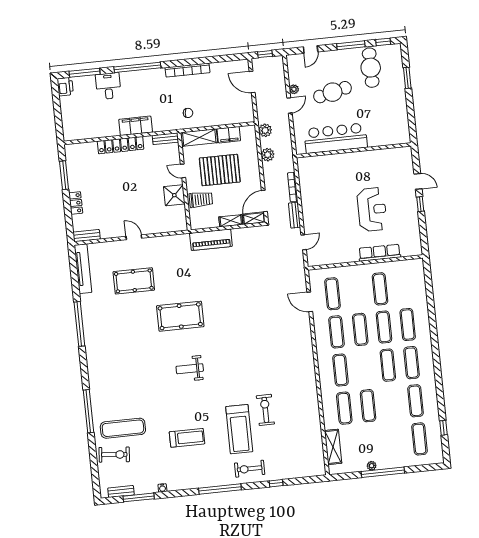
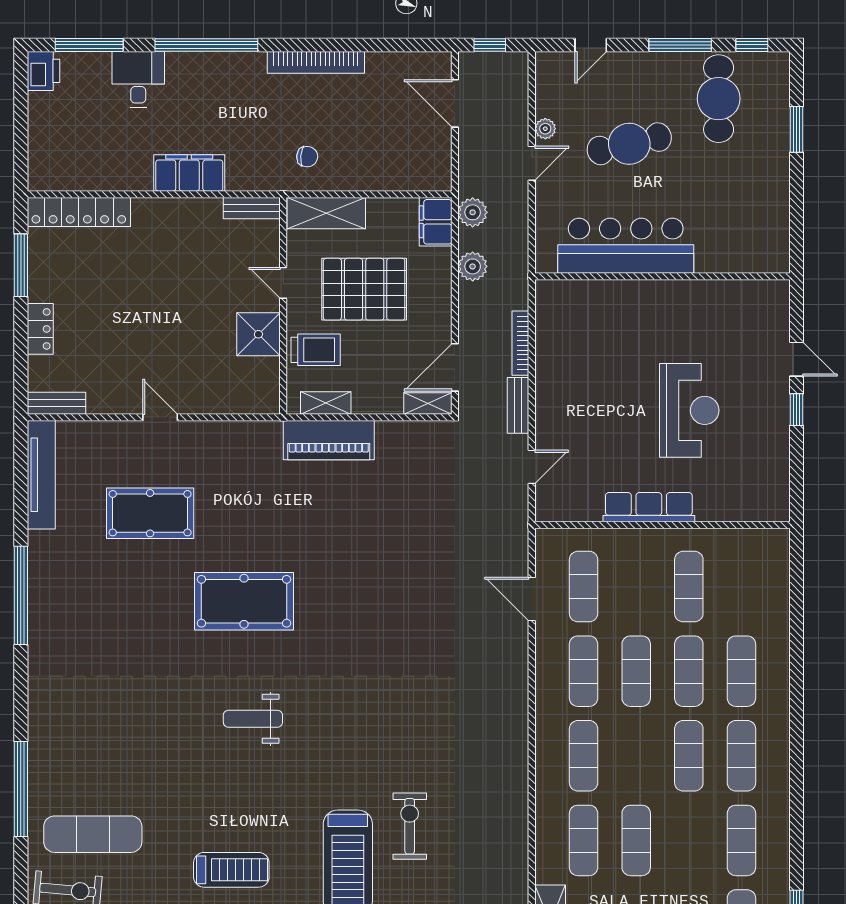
filing cabinet: (229, 135) -> (436, 222), moved, turned 90
locker: (121, 145) -> (79, 212), moved
shelving: (231, 221) -> (326, 403), moved
row of seats: (380, 253) -> (649, 507), moved

